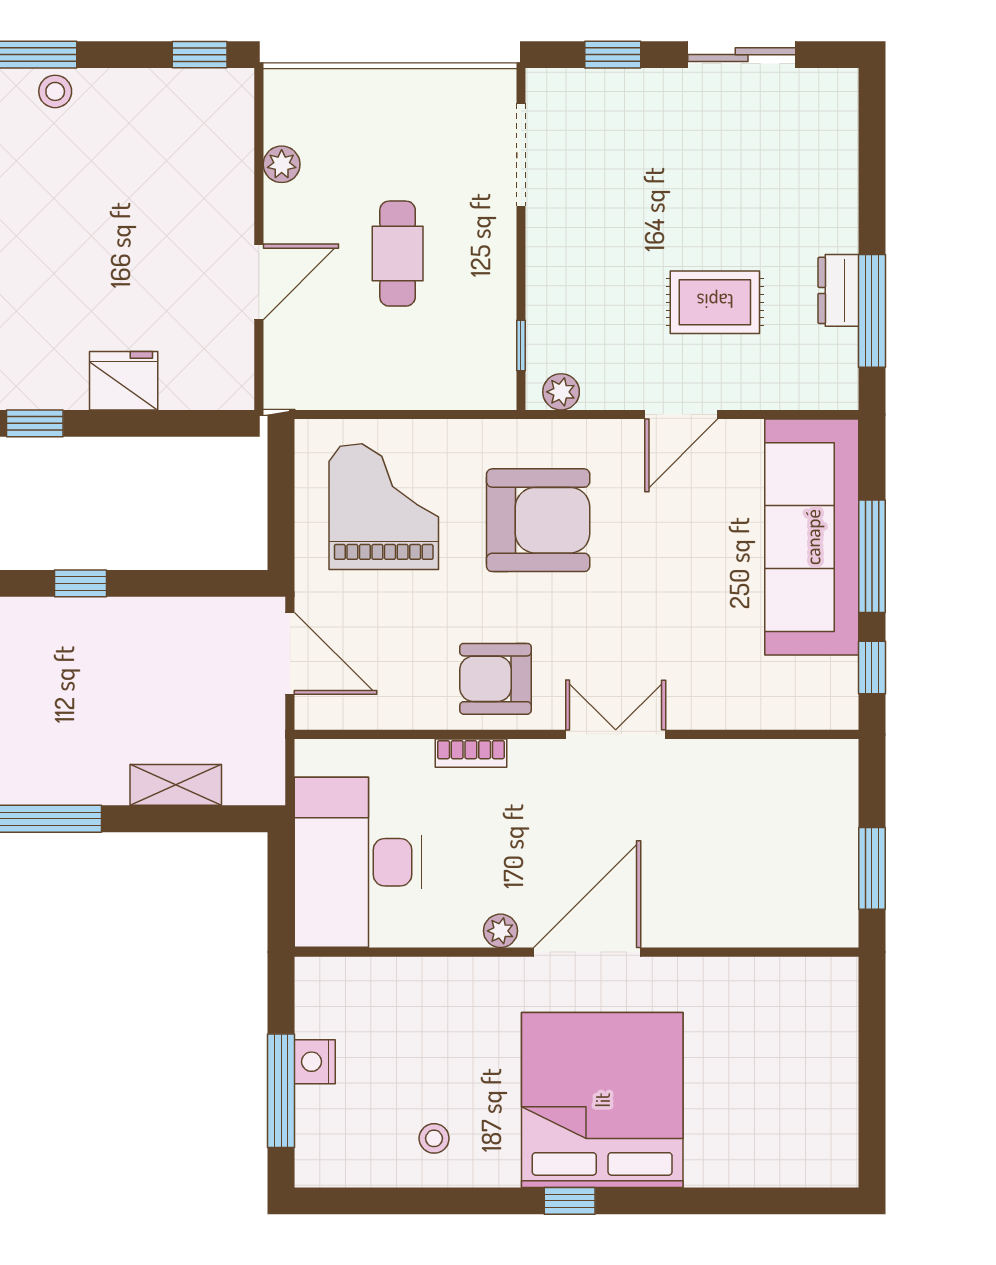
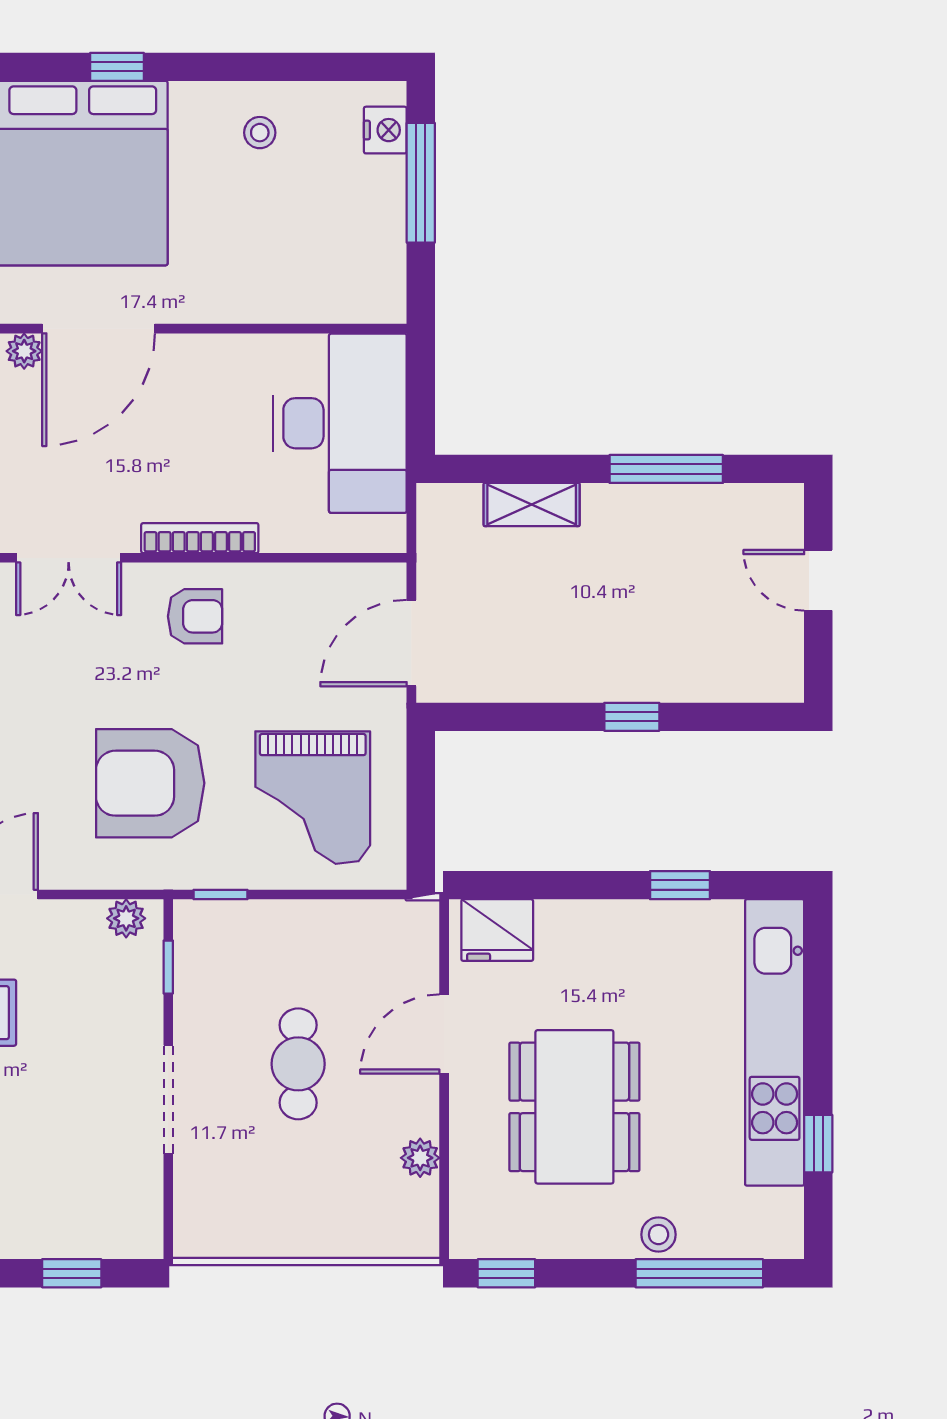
doorway: (521, 155) -> (168, 1099), moved
dining table: (135, 213) -> (574, 1107), added
fridge: (124, 381) -> (497, 930), moved
window: (471, 415) -> (221, 894), added
door: (290, 653) -> (411, 643), hinge flipped
armchair: (495, 679) -> (195, 616), width x0.72, depth x0.72
bookcase: (471, 753) -> (200, 538), width x1.56
plant: (501, 931) -> (24, 351), moved
nightstand: (315, 1062) -> (385, 130), moved

